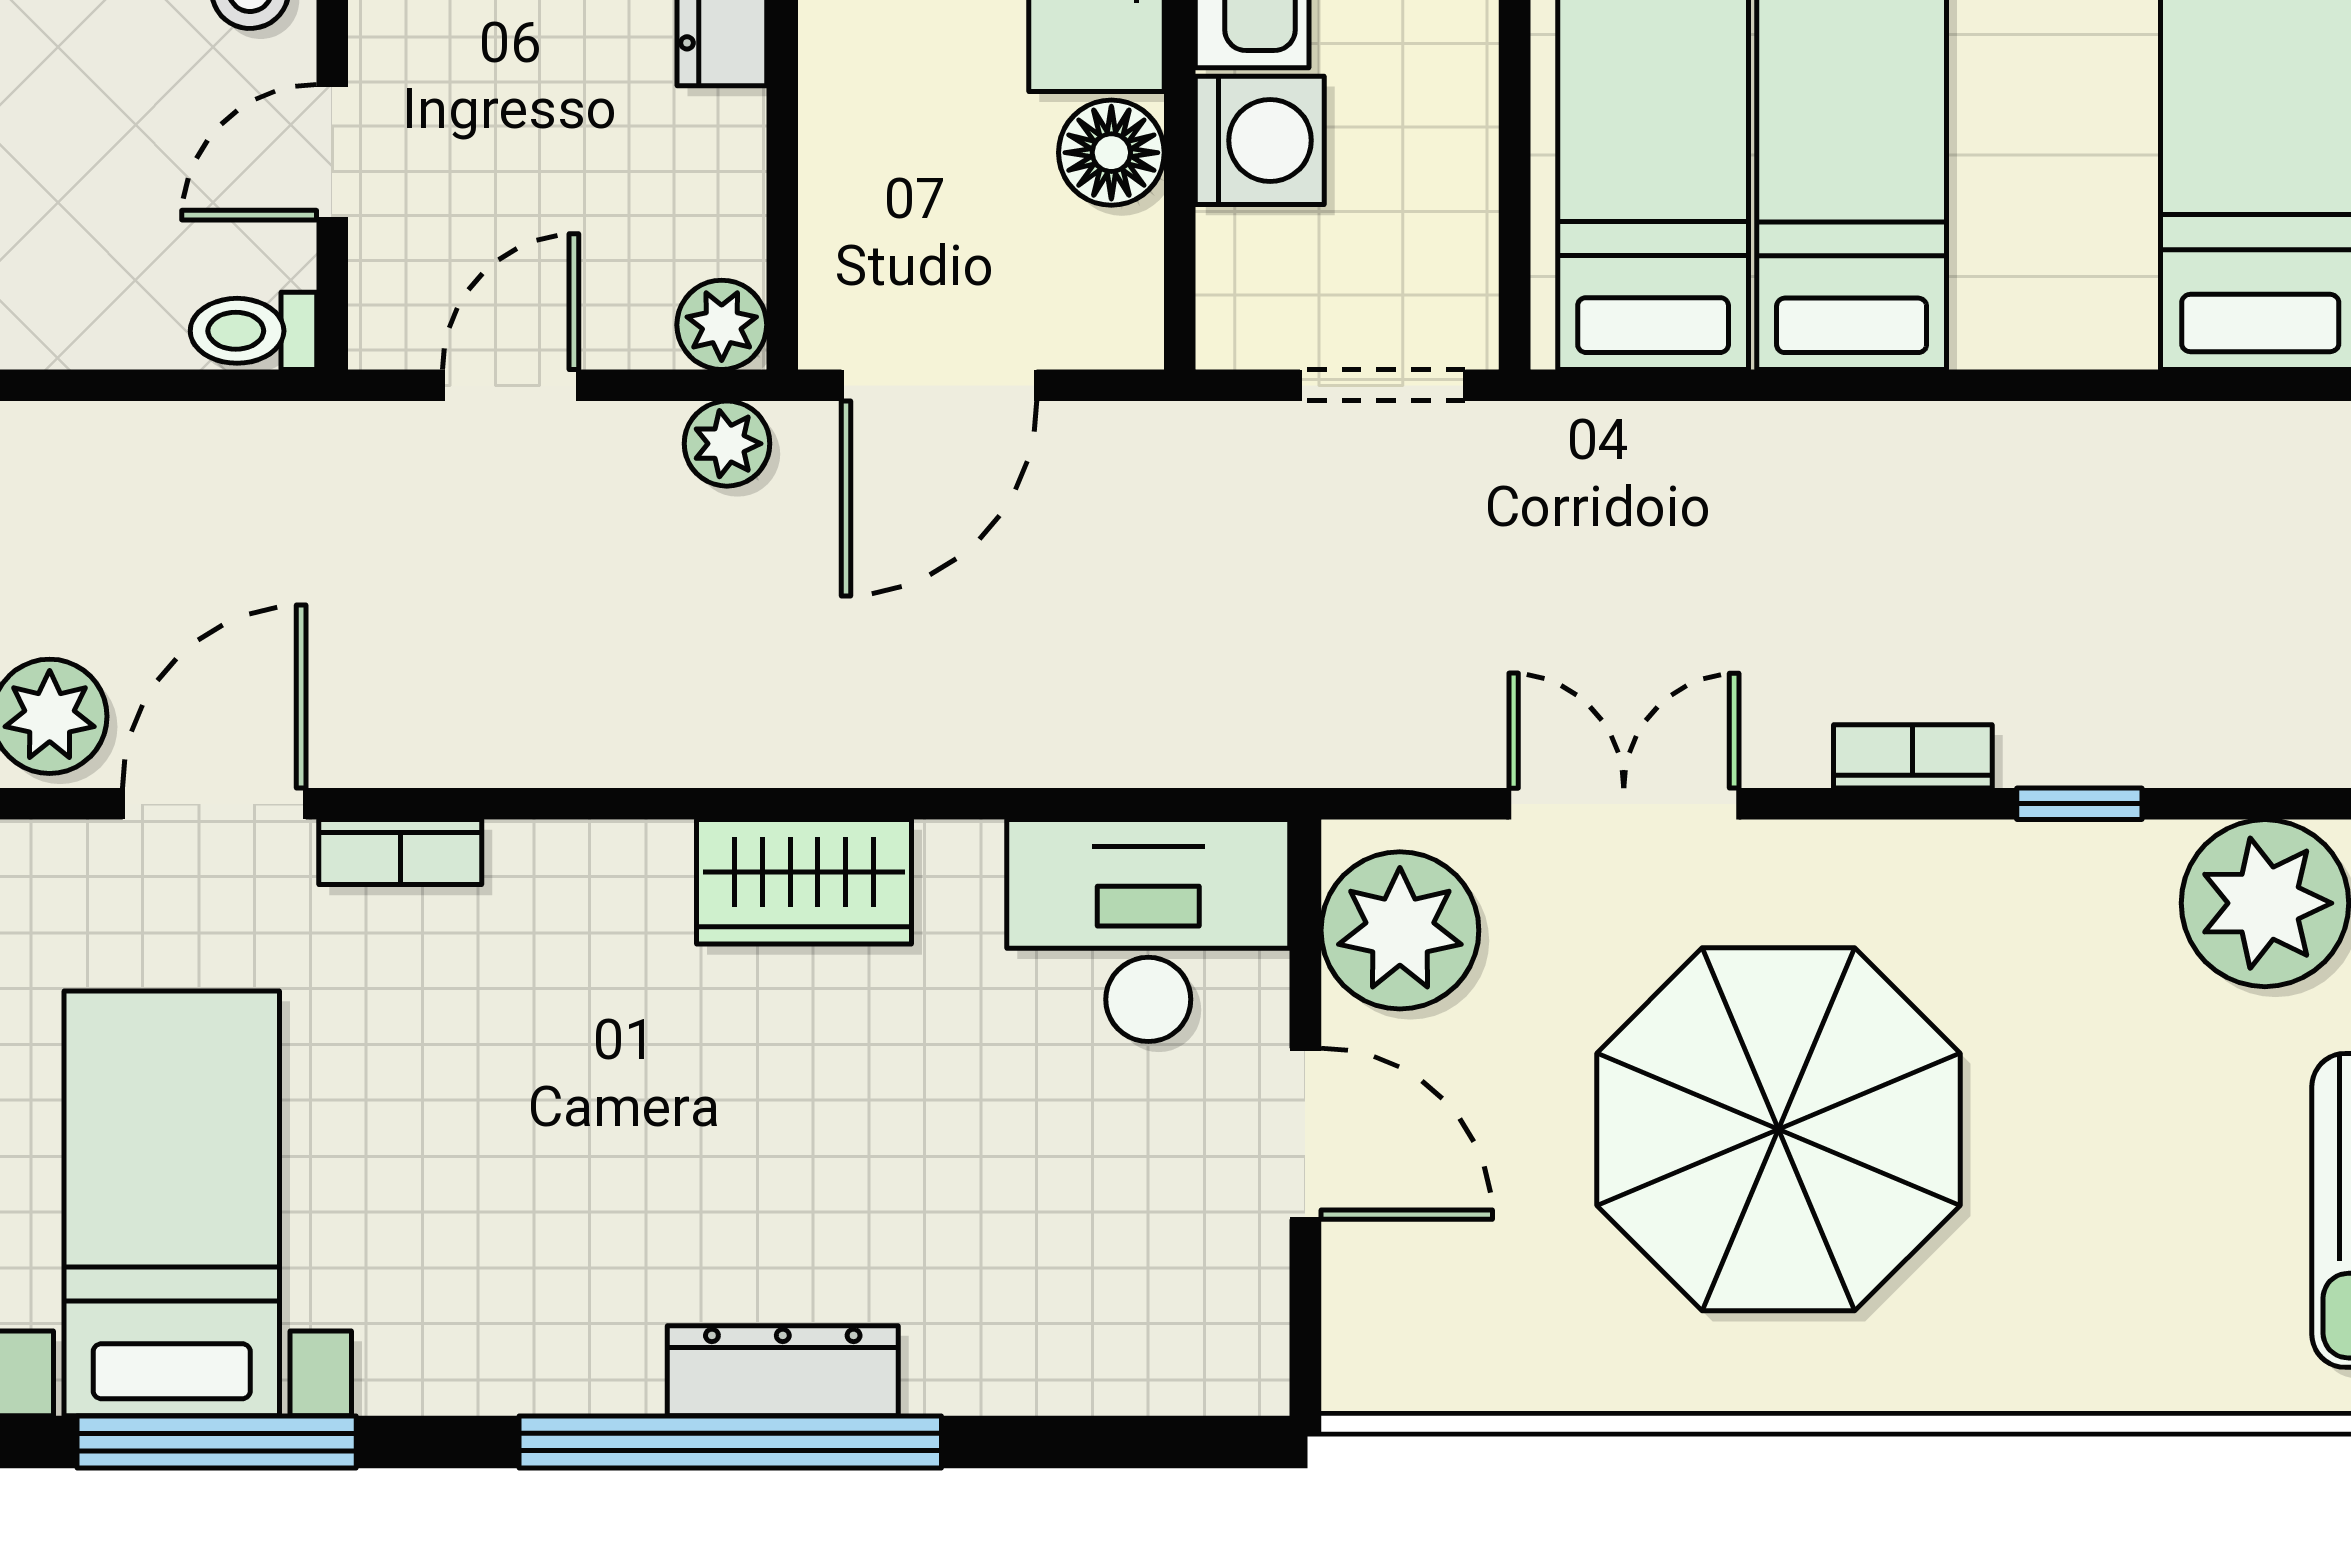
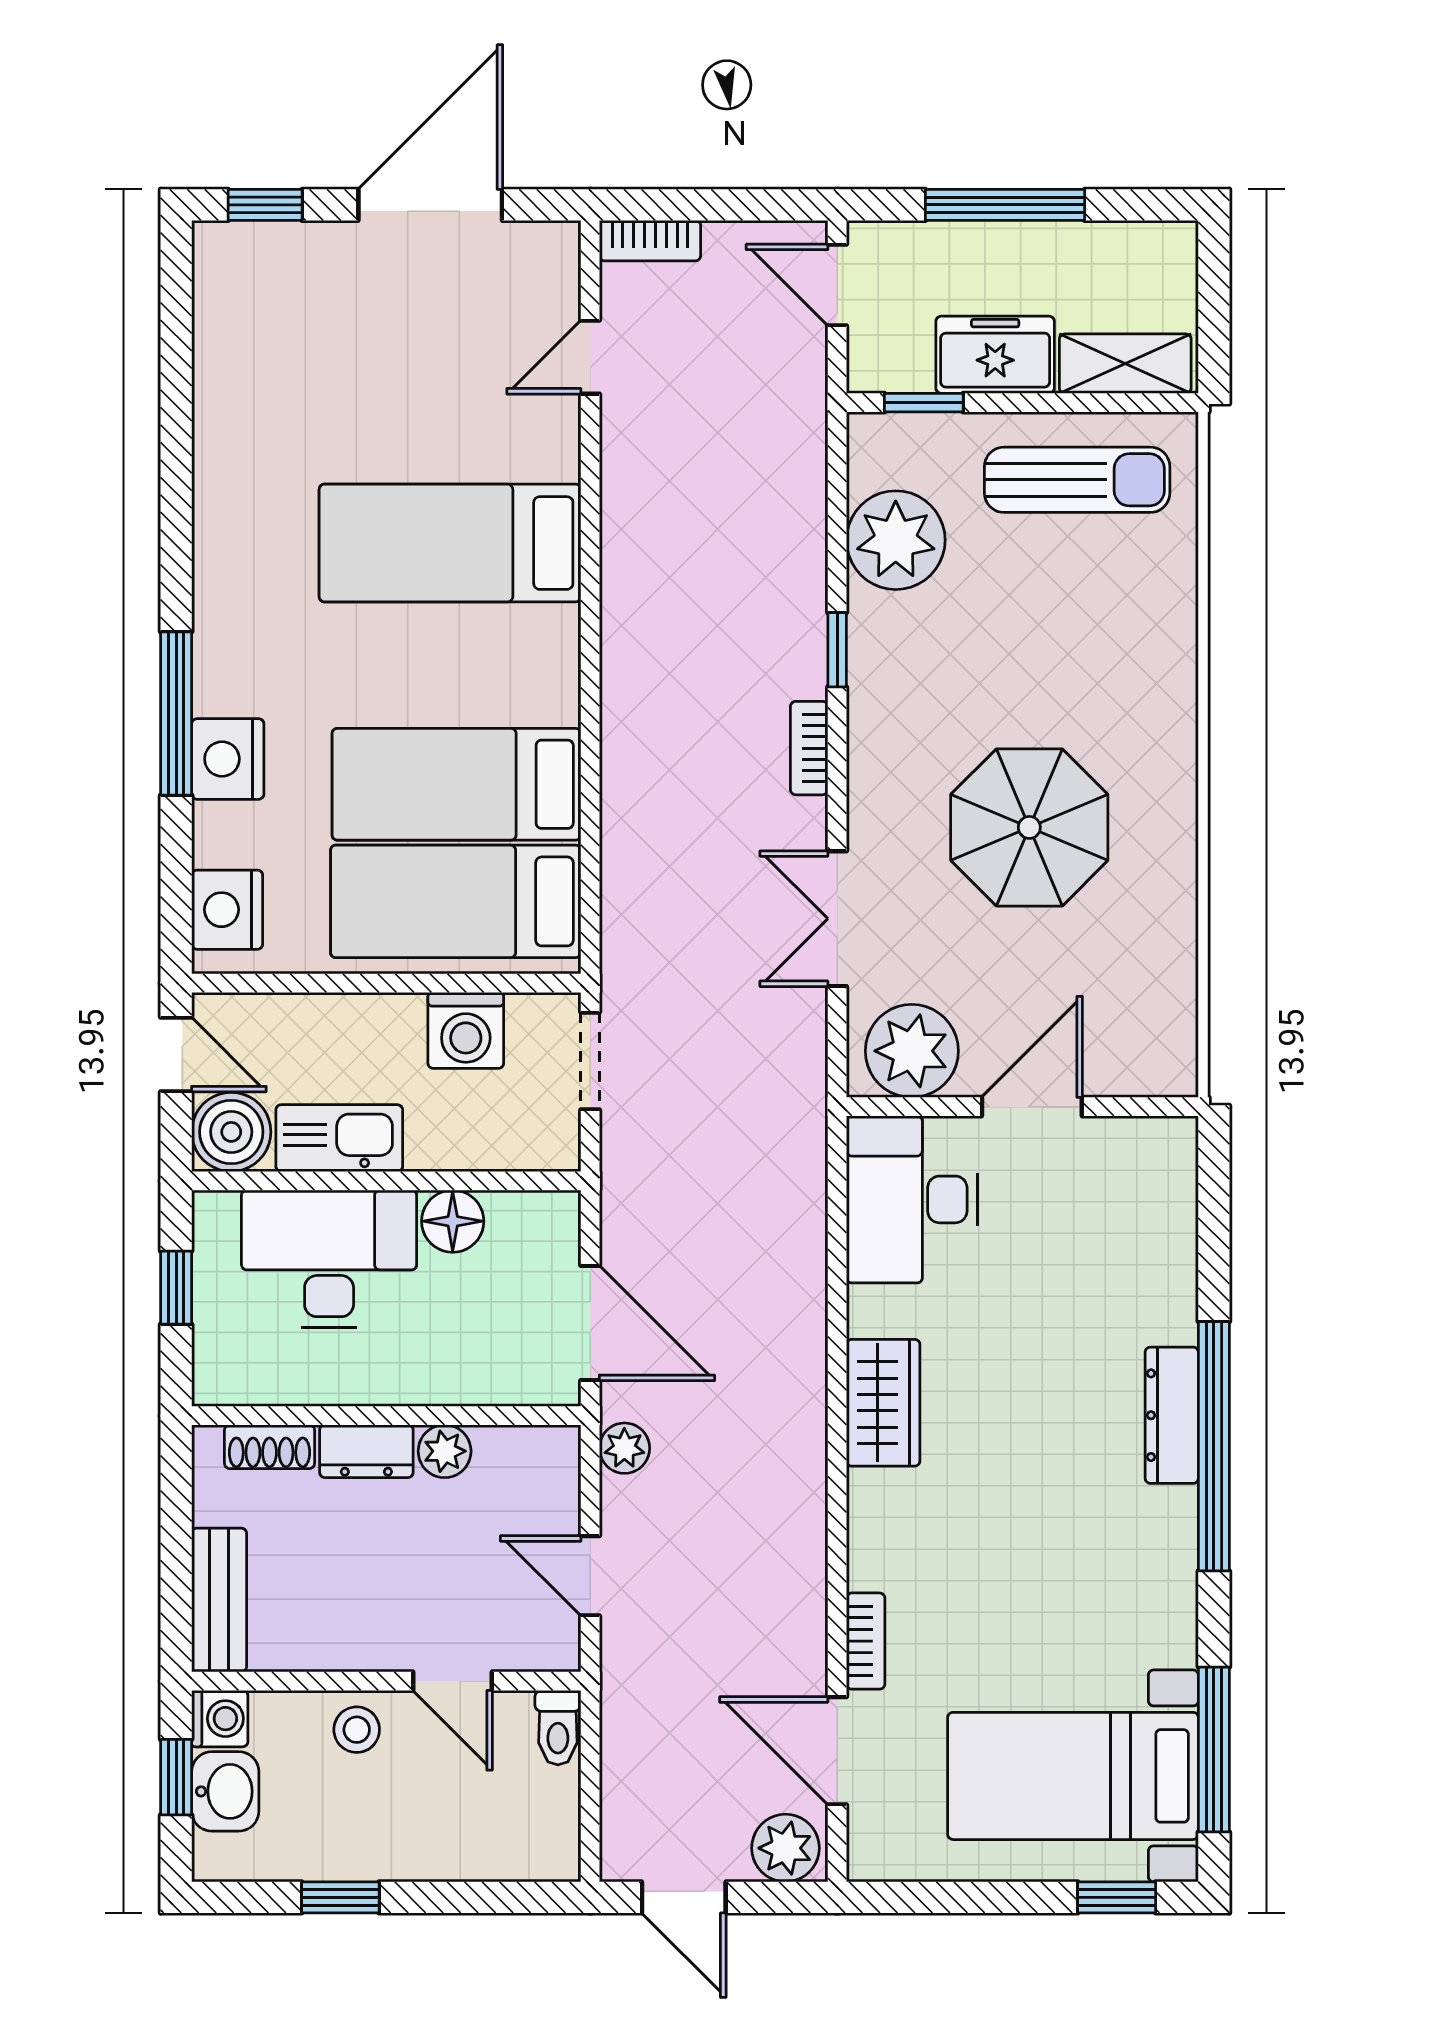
washing machine: (1260, 140) -> (466, 1030), moved, turned 180
plant: (722, 325) -> (445, 1451), moved
parasol: (1778, 1129) -> (1029, 827), width x0.73, depth x0.73

